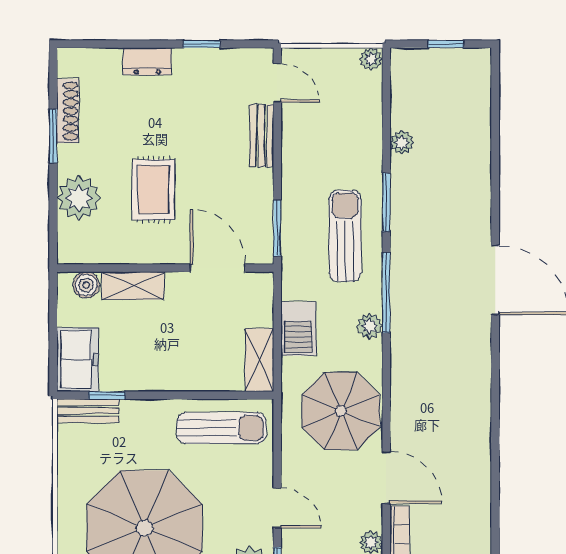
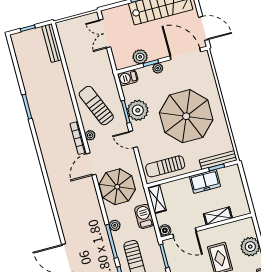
boiler: (86, 285) -> (165, 230), moved
freezer: (78, 360) -> (205, 181), moved, turned -90
bench: (88, 411) -> (218, 160), width x1.36
door: (386, 477) -> (91, 164), hinge flipped

